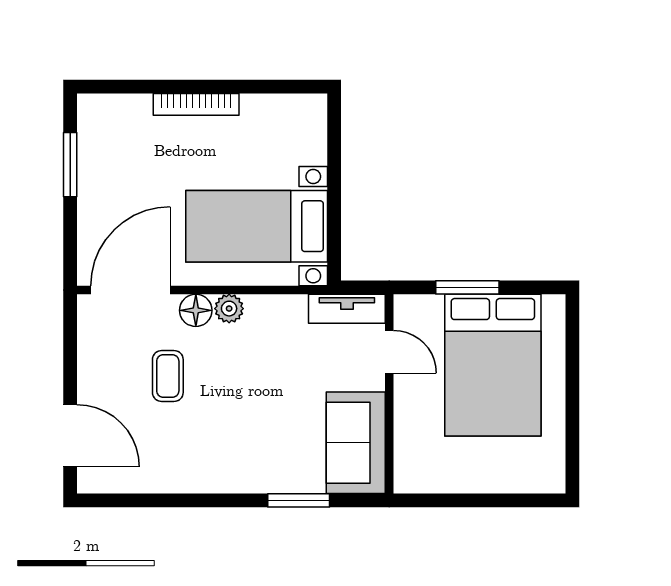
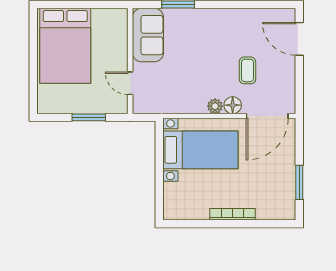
tv unit: (347, 309) -> (153, 106), removed
bed: (493, 365) -> (65, 46), moved, turned 180

